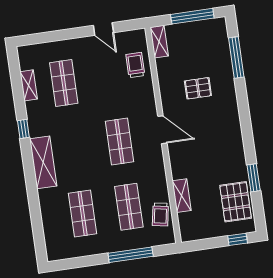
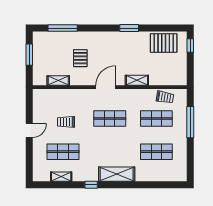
window: (192, 16) -> (29, 55), width x0.69
door: (103, 29) -> (29, 130), moved
shelving: (159, 42) -> (58, 81), moved
trolley: (135, 65) -> (66, 122), moved
window: (254, 178) -> (129, 28), moved
shelving: (182, 196) -> (137, 80), moved

